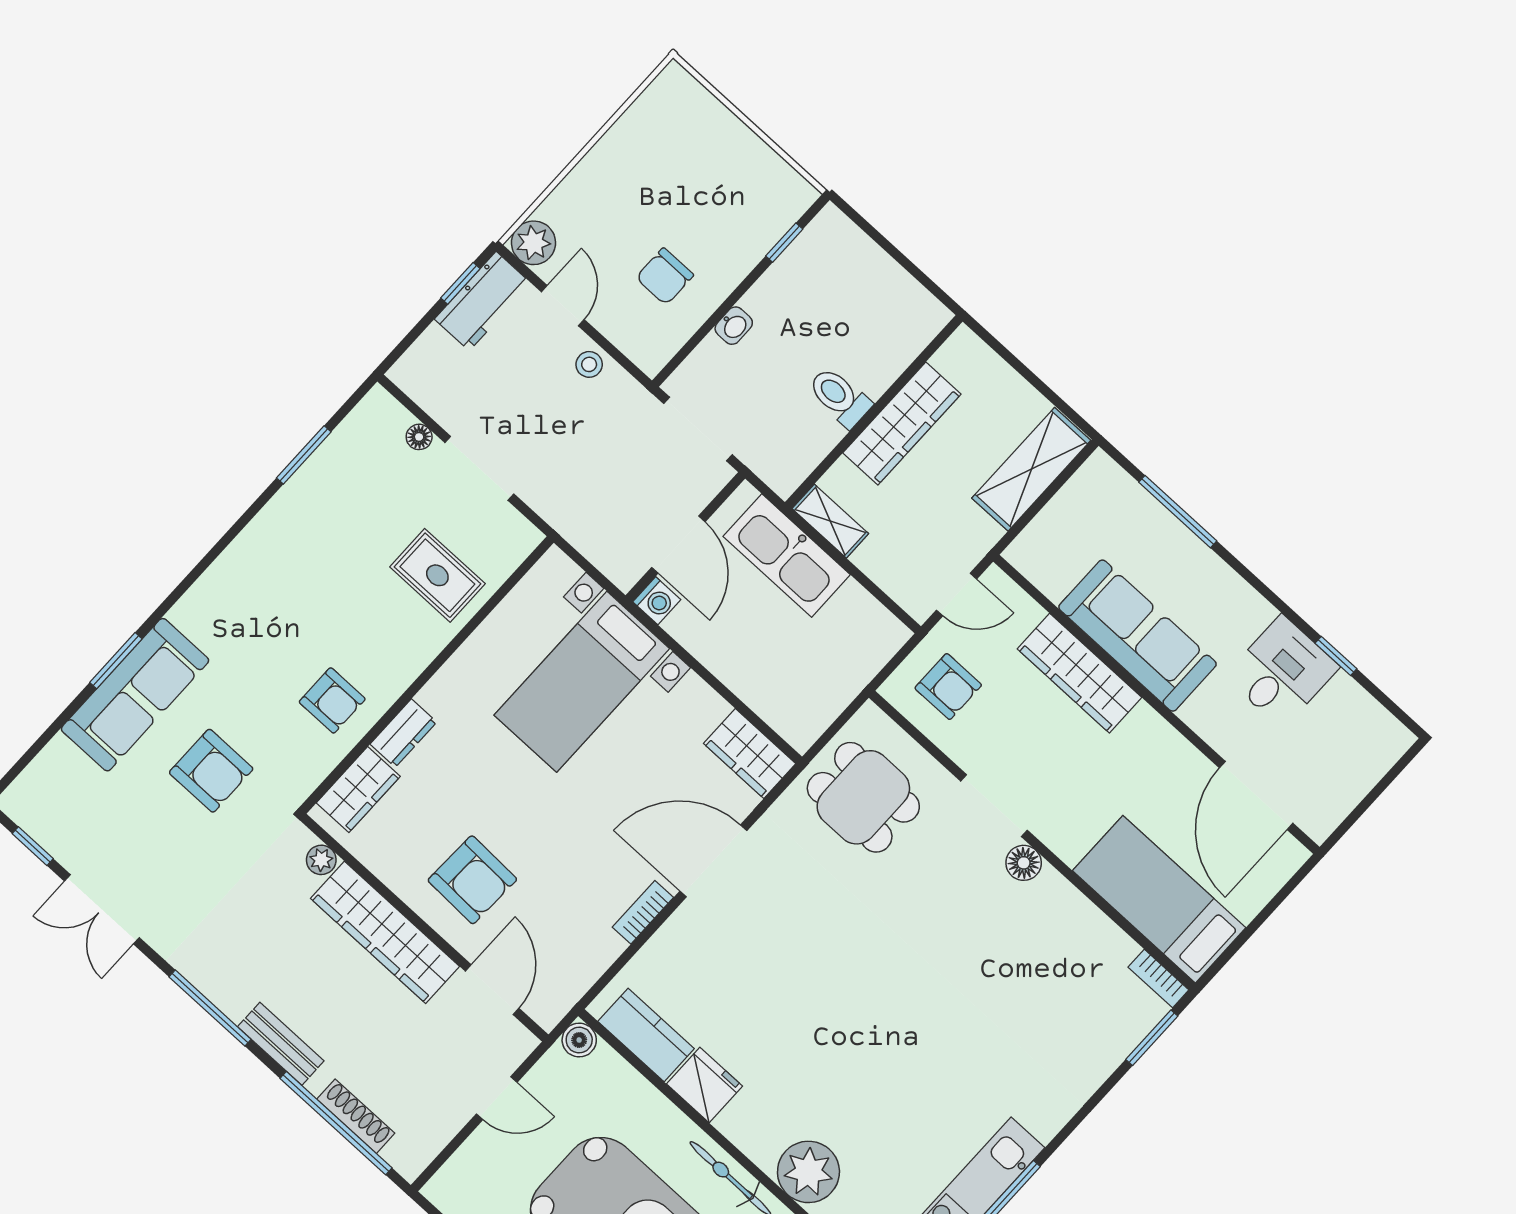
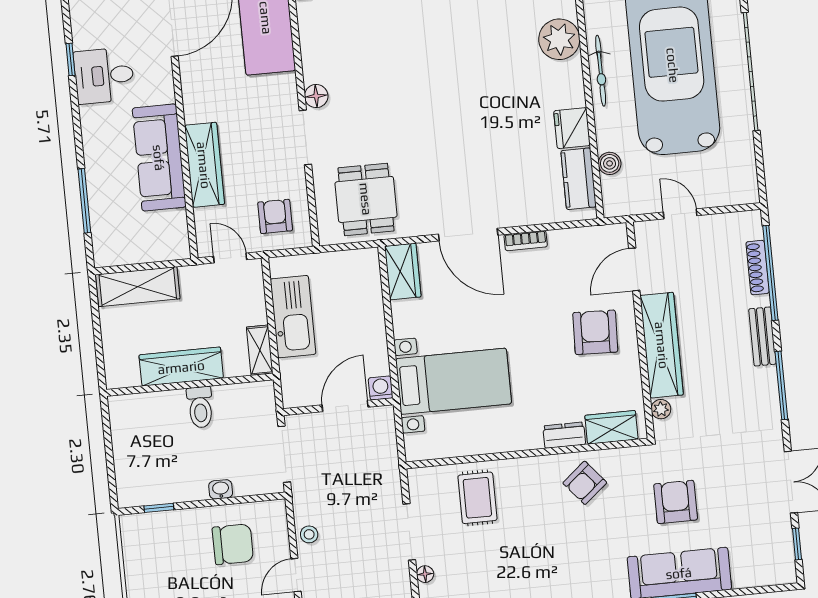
chair: (665, 276) -> (233, 544), width x1.37, depth x1.37
kitchen sink: (787, 555) -> (293, 317), moved
armchair: (332, 700) -> (585, 483), turned -130
boiler: (579, 1040) -> (610, 163), moved

